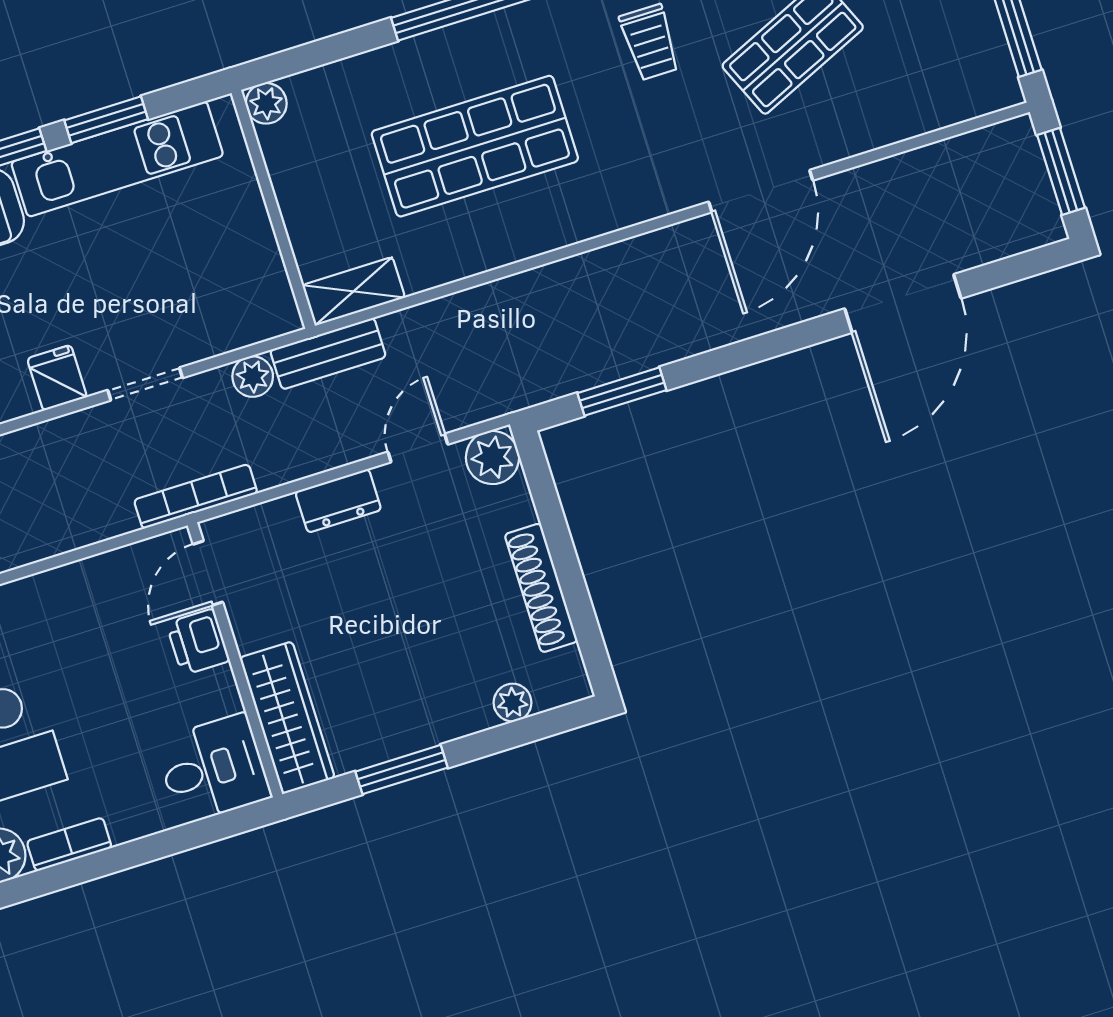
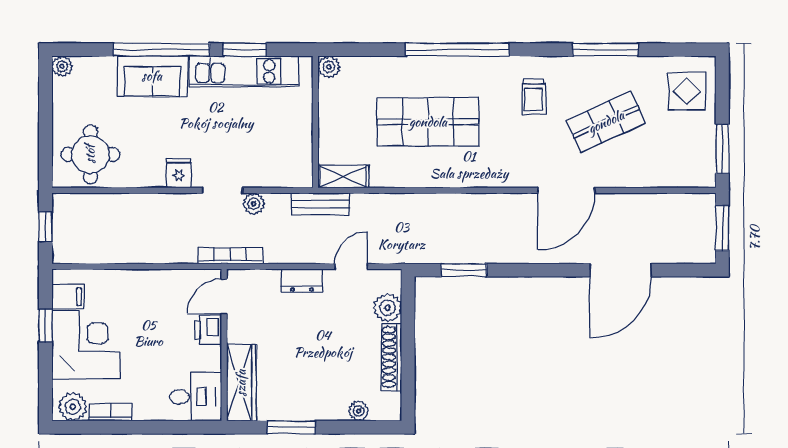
plant: (253, 377) -> (254, 204), moved
plant: (492, 457) -> (387, 308), moved

